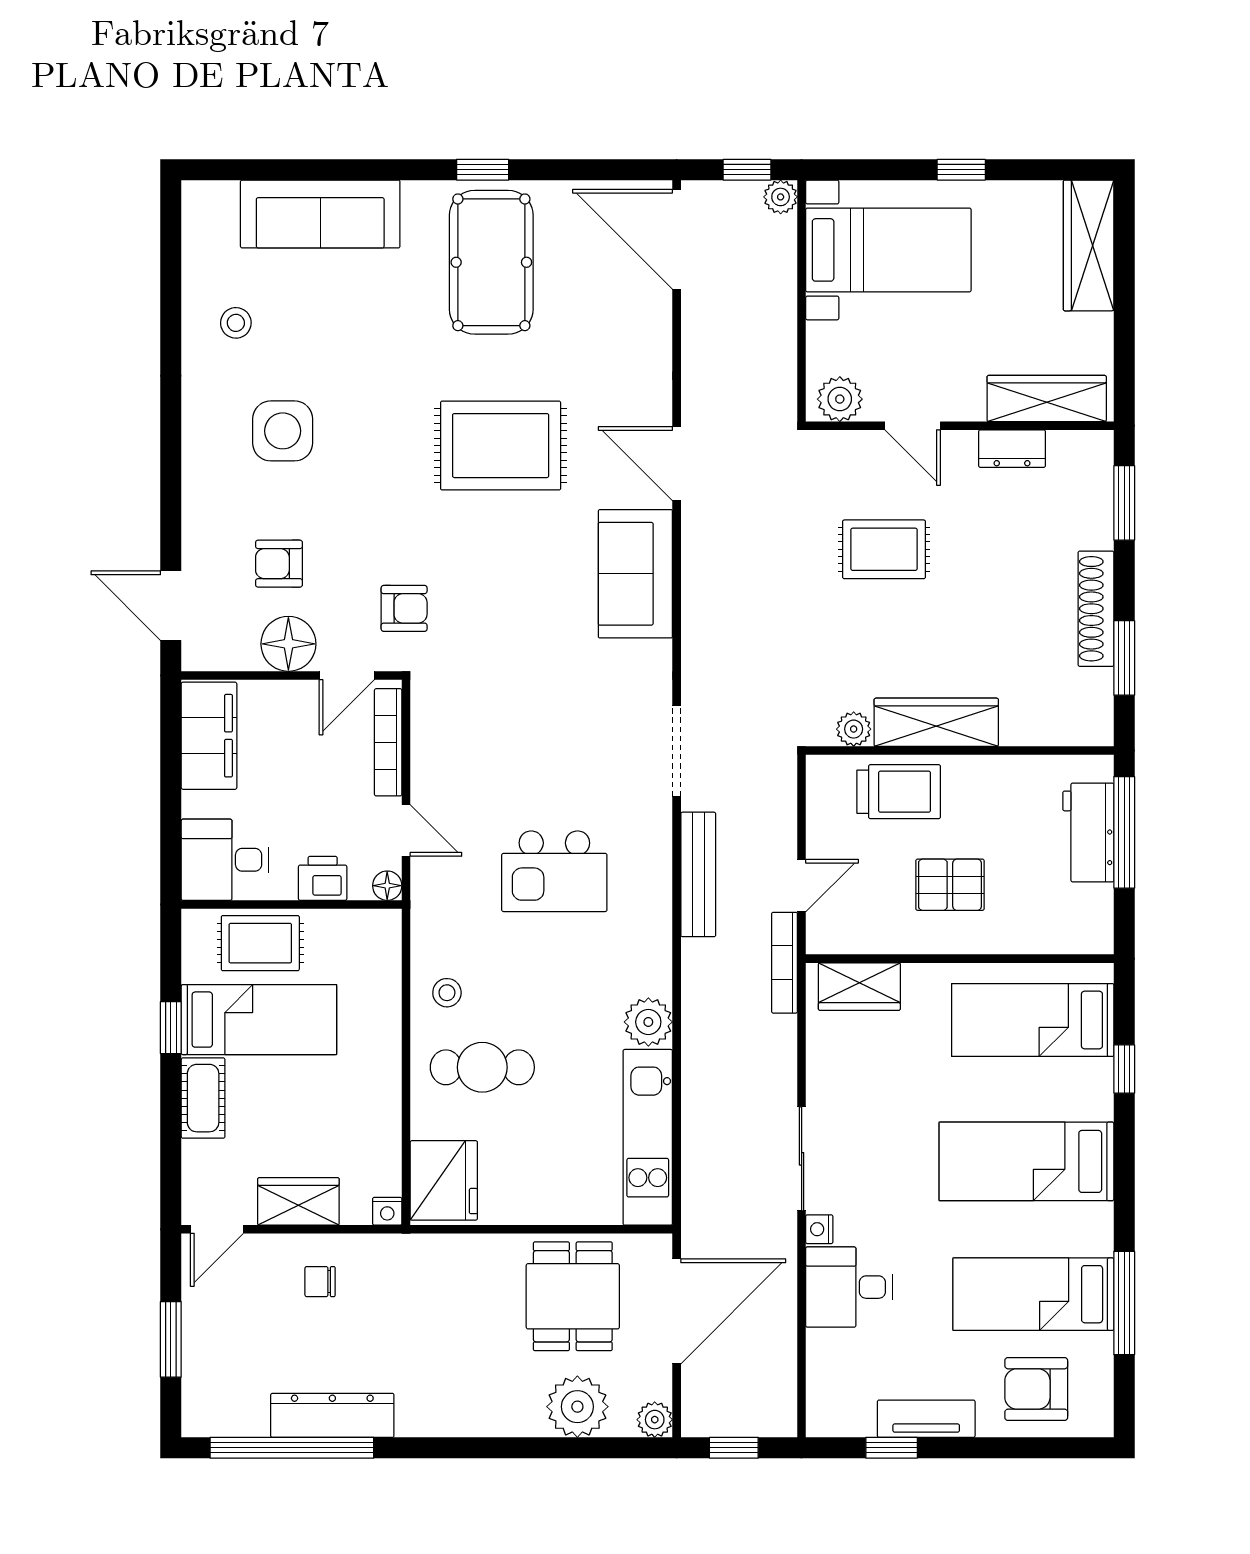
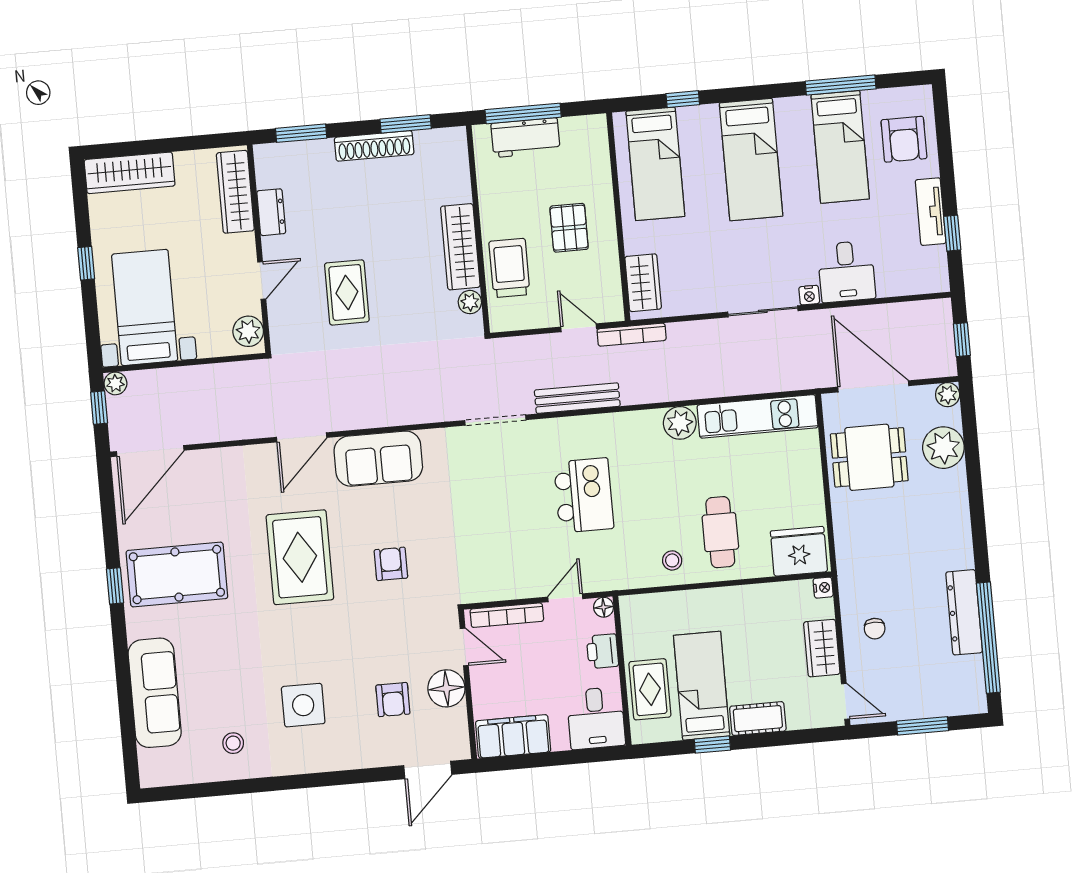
armchair: (404, 608) -> (391, 564), moved

